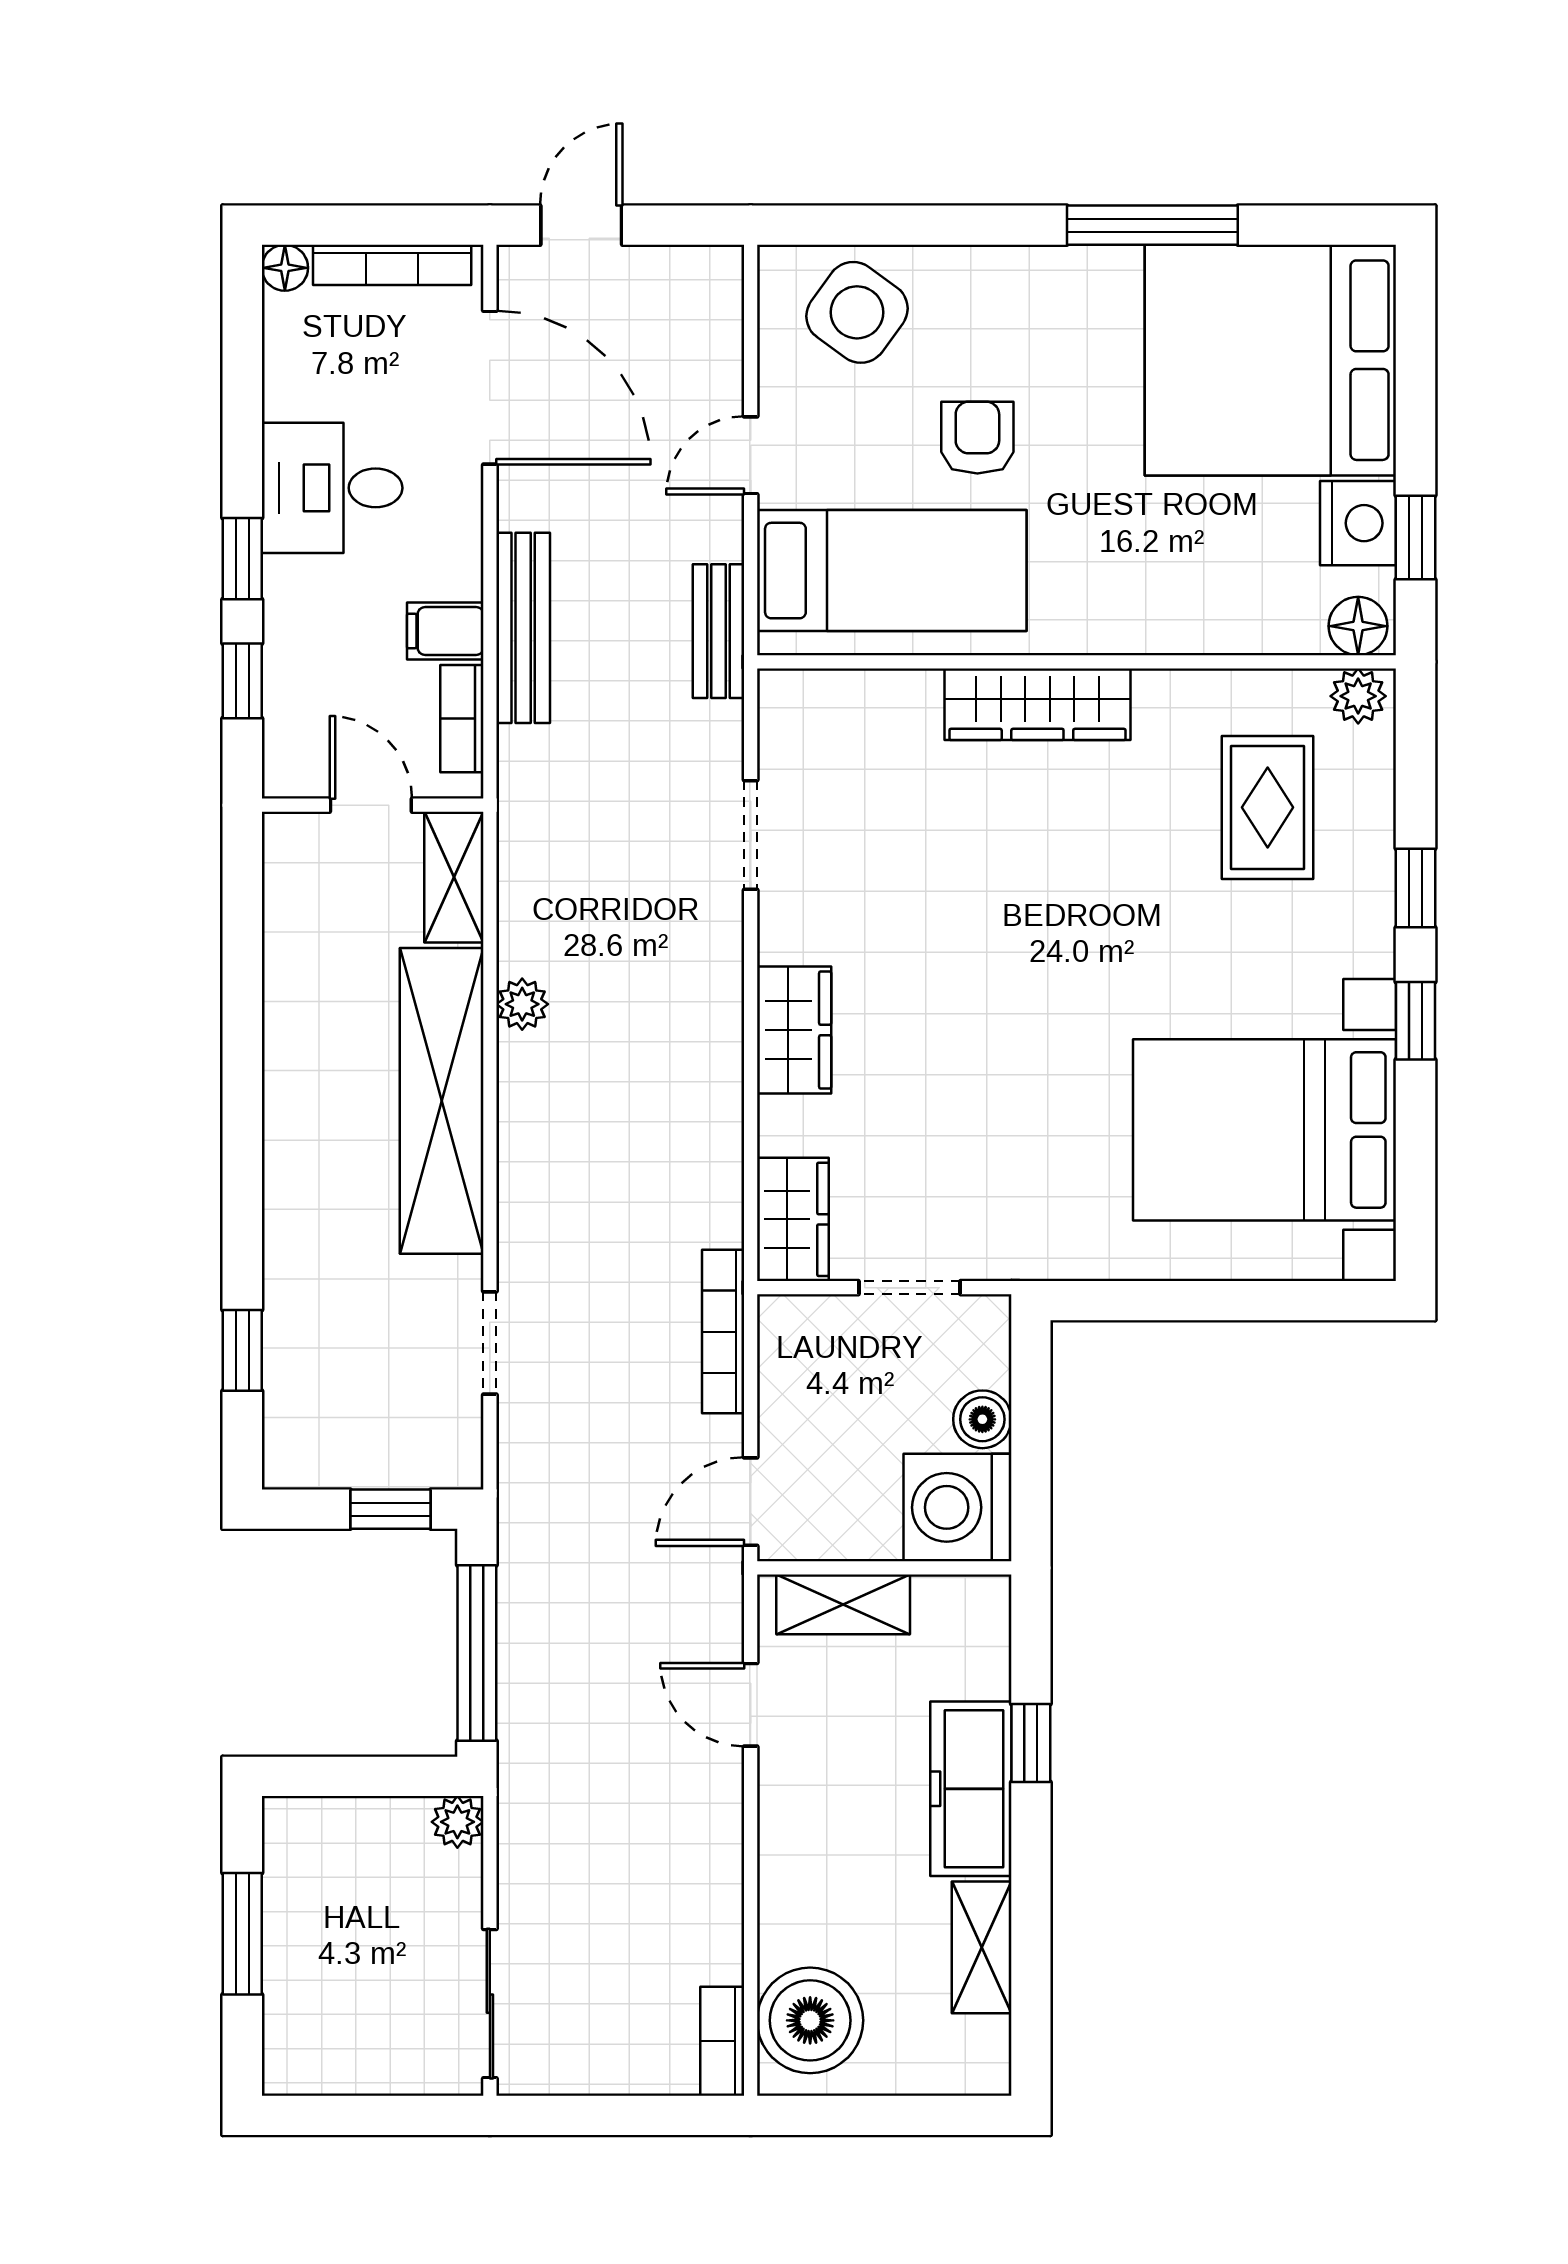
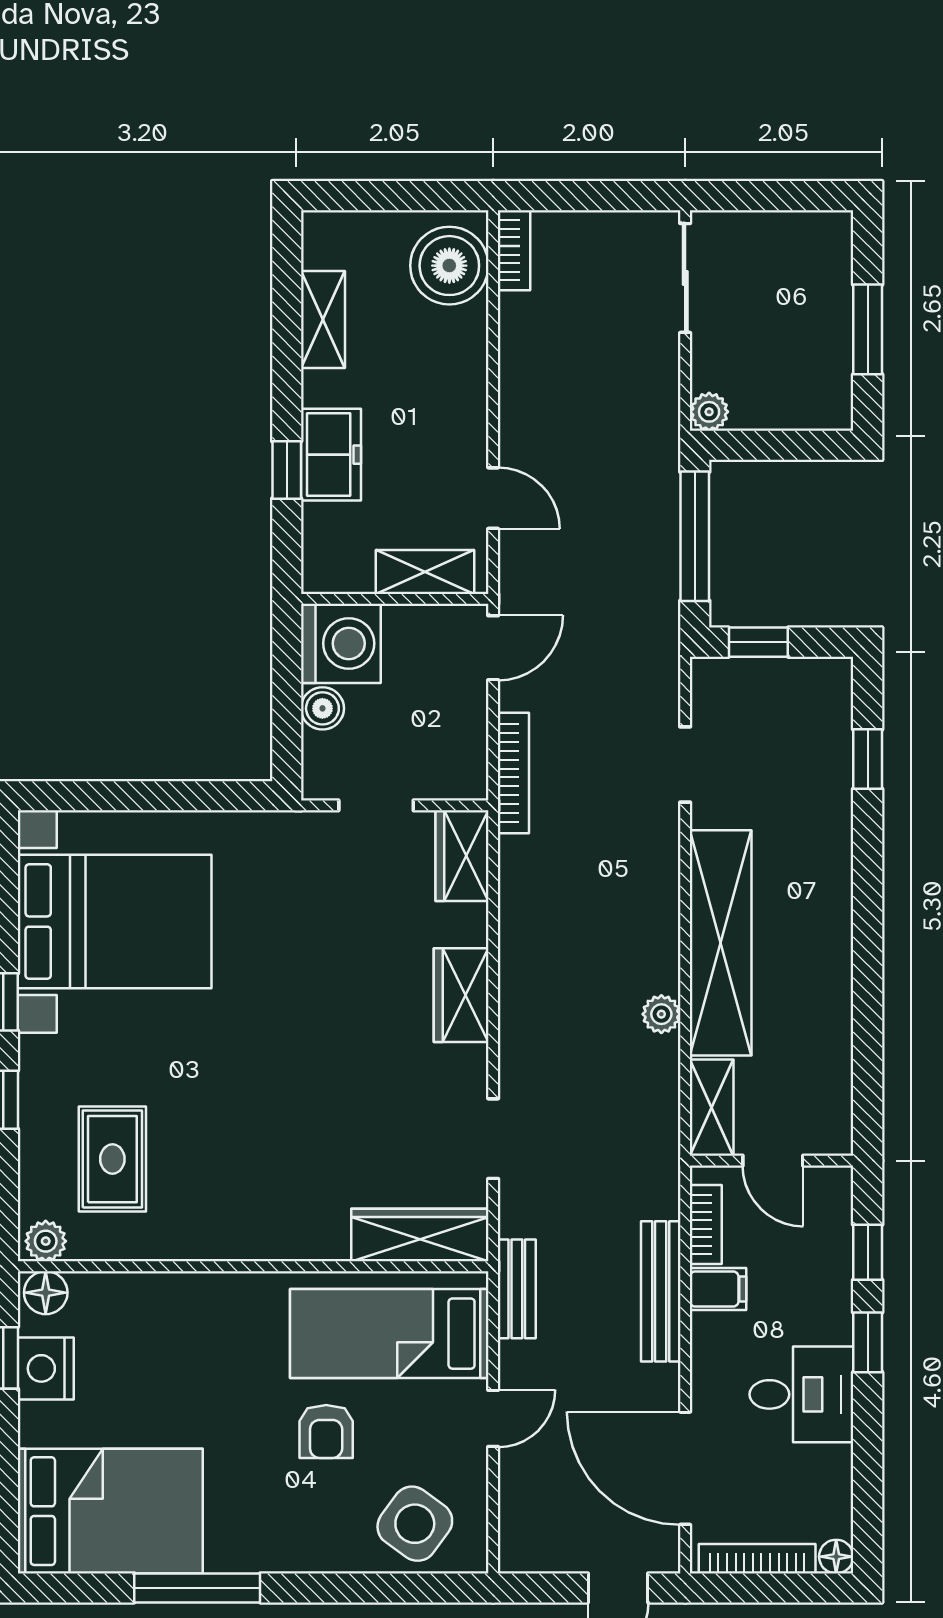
bed: (1270, 360) -> (110, 1511), width x0.73
wardrobe: (1037, 704) -> (420, 1235), moved
freezer: (971, 1789) -> (331, 455), width x0.71

